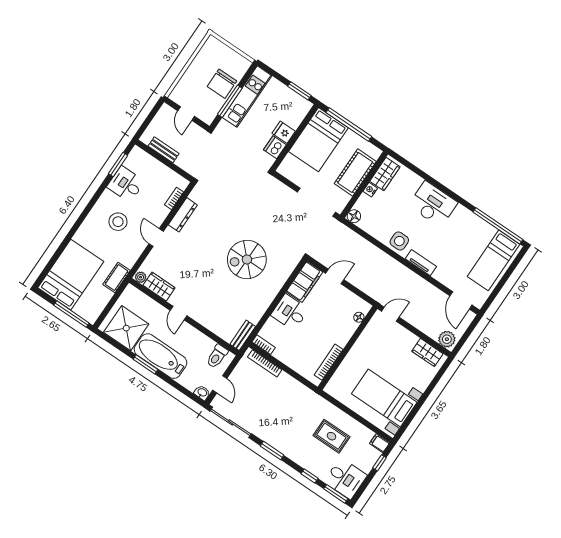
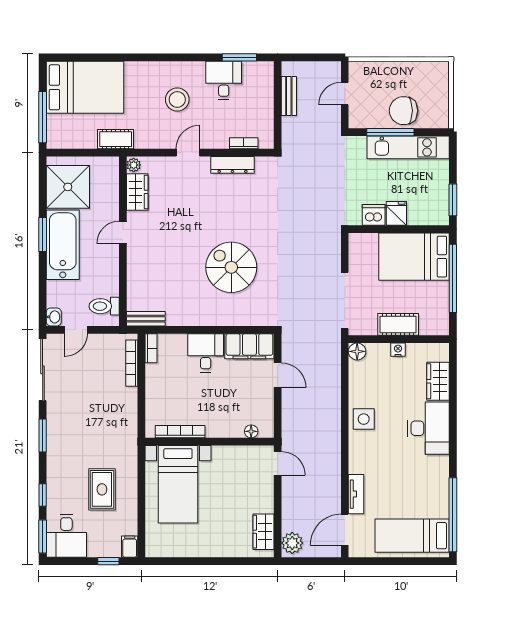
cot: (355, 172) -> (398, 324), width x0.73, depth x0.75
wardrobe: (385, 174) -> (438, 381), moved, turned 90
tv unit: (421, 263) -> (356, 494), moved
bed with nightstands: (384, 398) -> (178, 484), moved, turned 180

